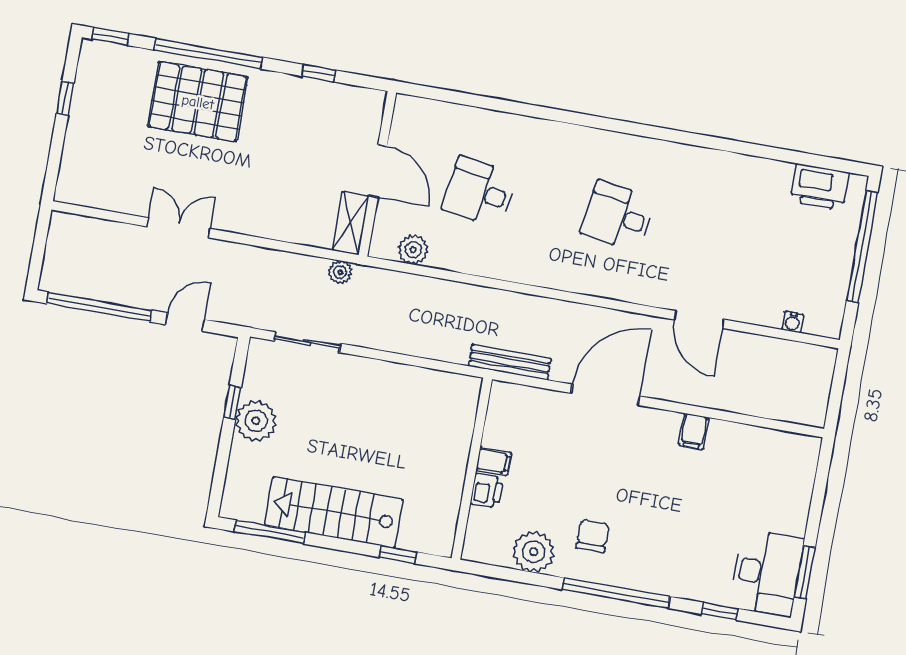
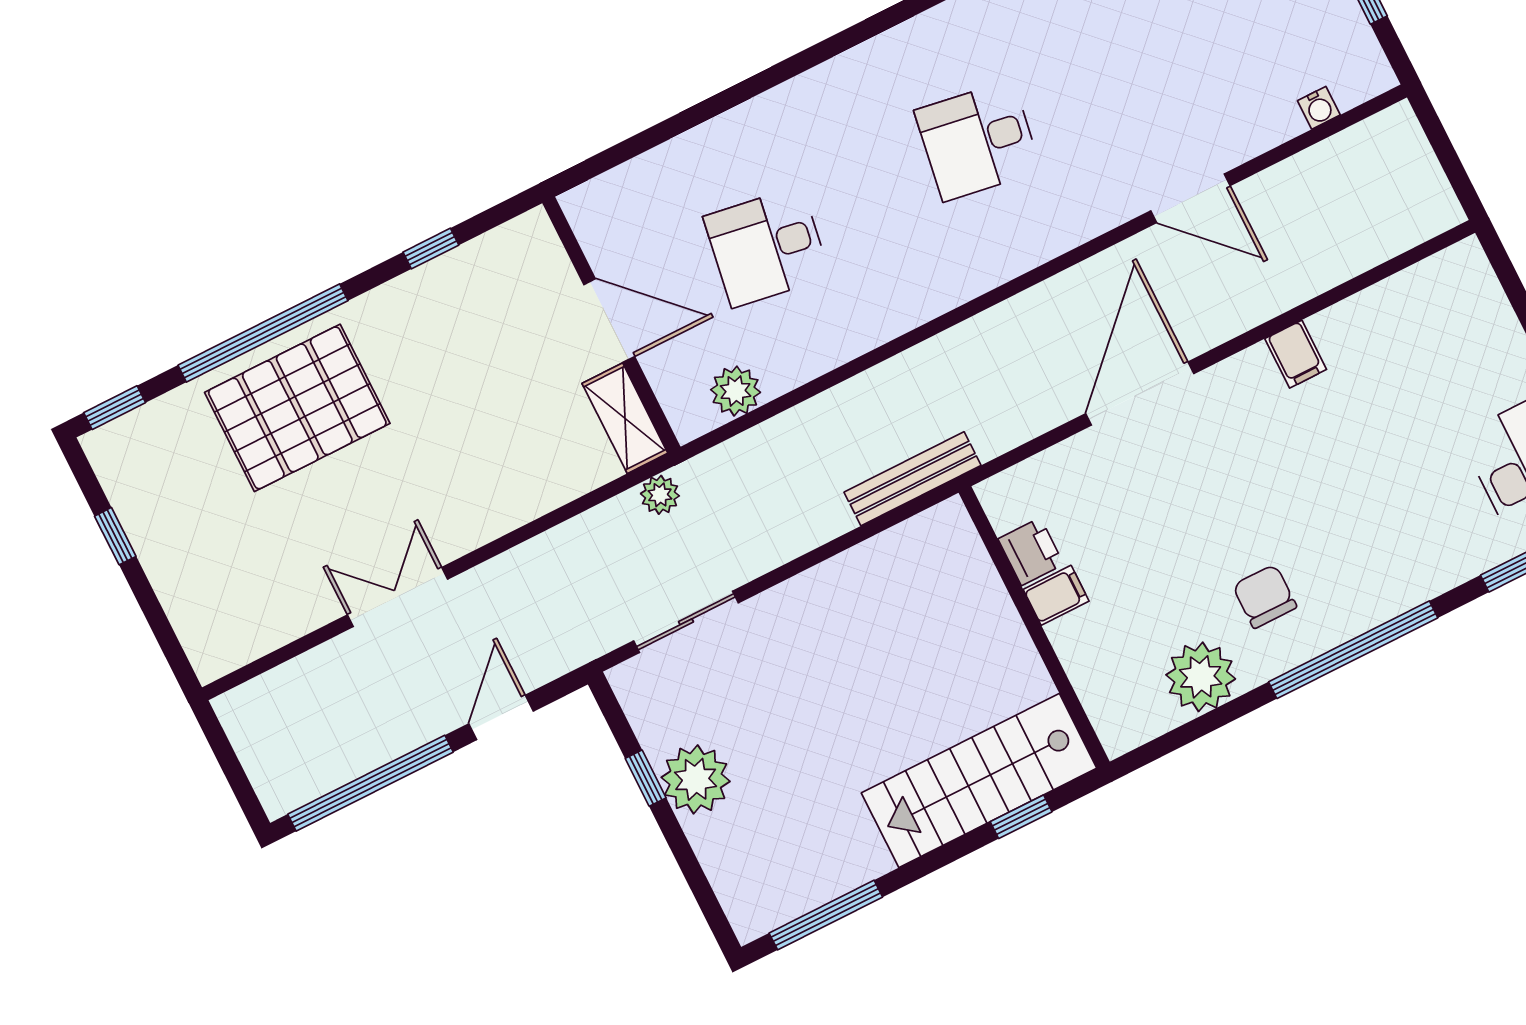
bench: (510, 362) -> (913, 479), moved
printer: (487, 491) -> (1031, 552), moved
stairs: (334, 512) -> (979, 780), moved

